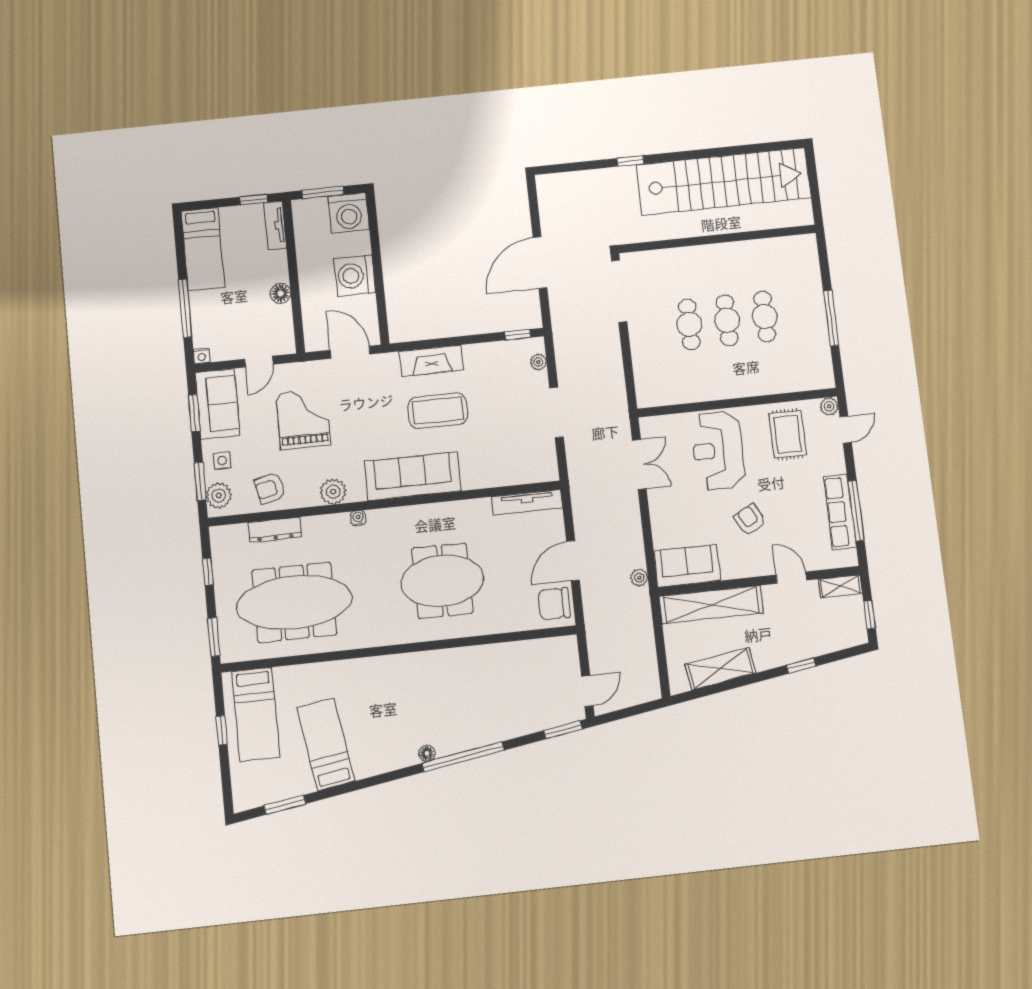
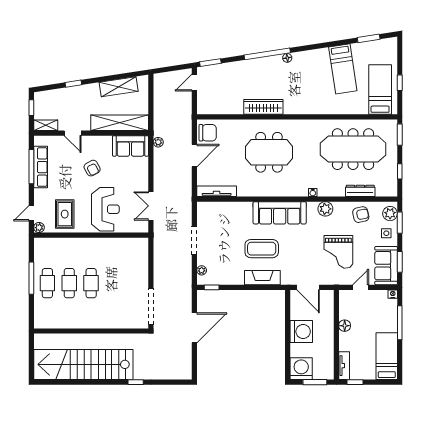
cafe table: (689, 324) -> (47, 283), moved
wardrobe: (461, 660) -> (263, 107), added

